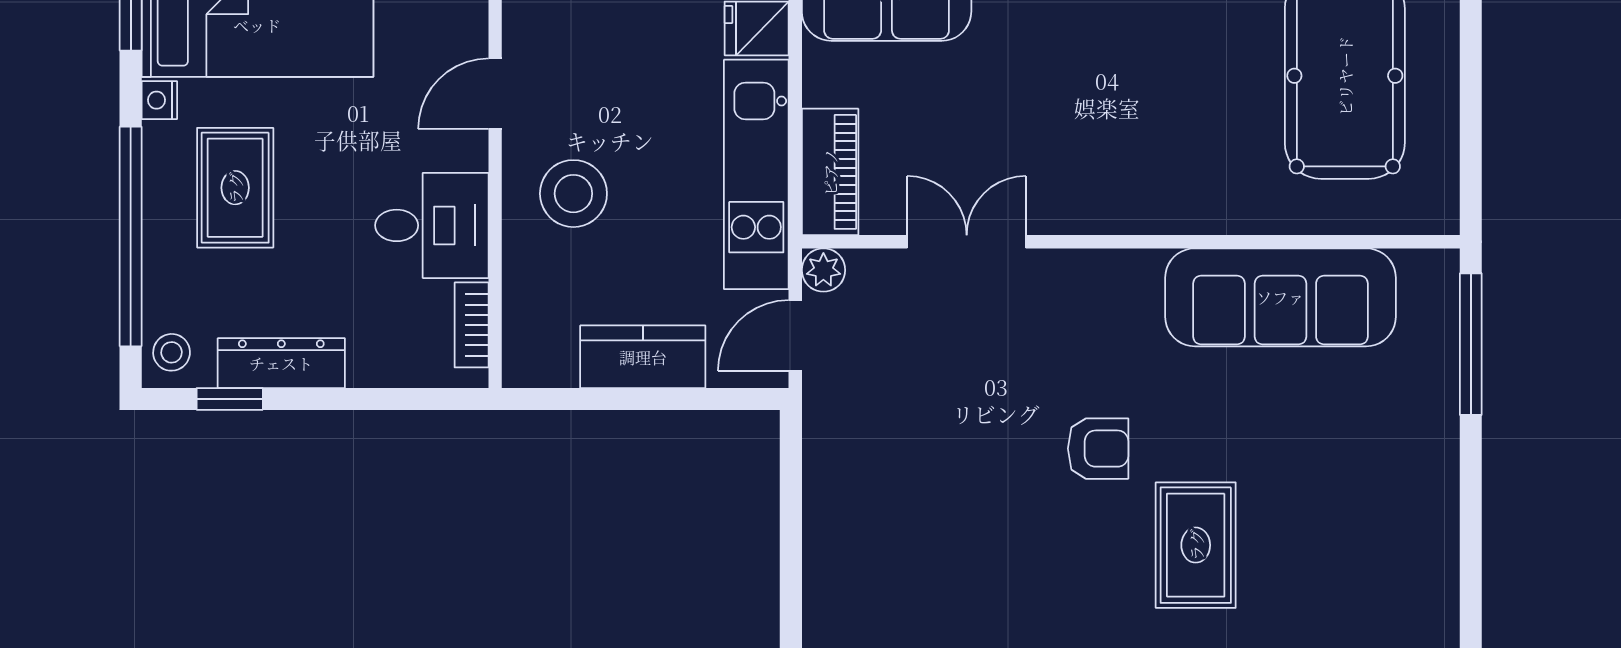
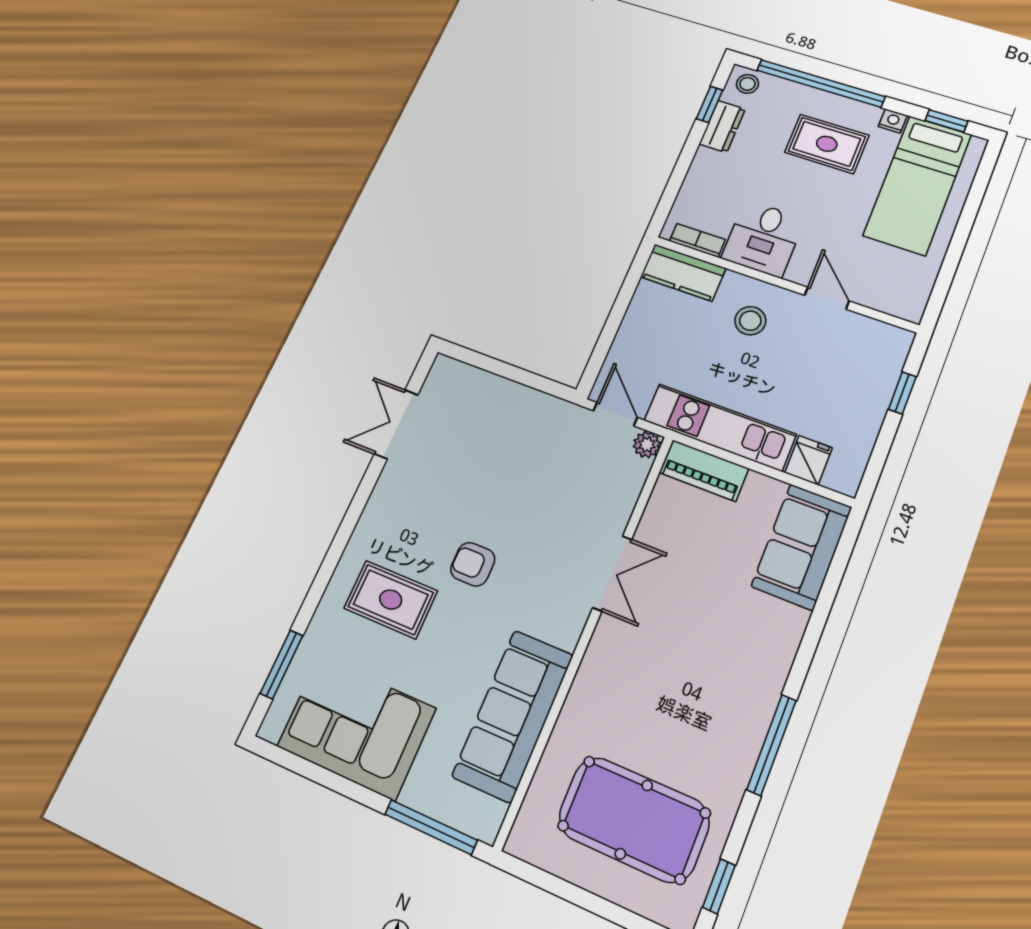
stool: (573, 194) -> (750, 321), width x0.73, depth x0.73
double door: (967, 242) -> (612, 573), moved
kitchen counter: (643, 357) -> (683, 273), moved, turned 90
dresser: (281, 363) -> (722, 127), width x0.70
armchair: (1098, 449) -> (473, 564), turned 90
corner sofa: (1388, 510) -> (356, 727), added

